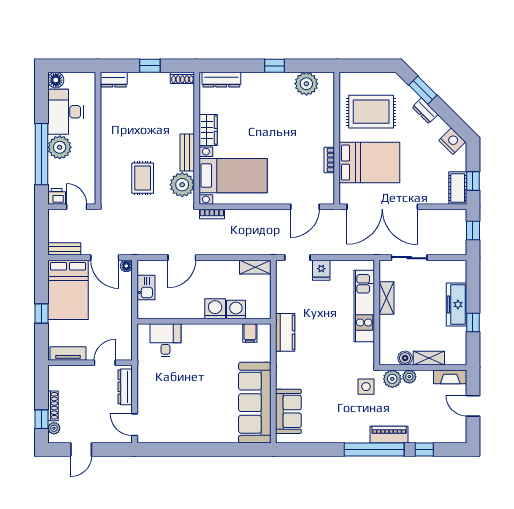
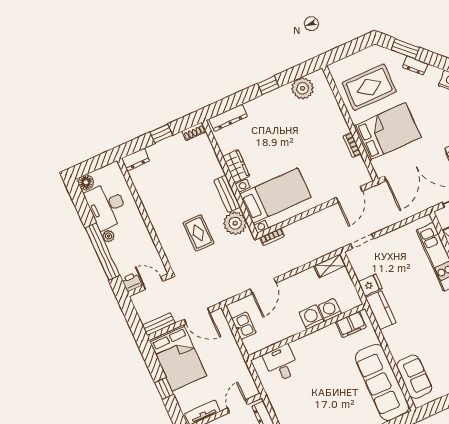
plant: (60, 147) -> (108, 236), width x0.53, depth x0.53
floor lamp: (126, 266) -> (219, 315), removed
fridge: (321, 270) -> (370, 285), moved, turned -90
filing cabinet: (250, 333) -> (351, 324), width x2.00

